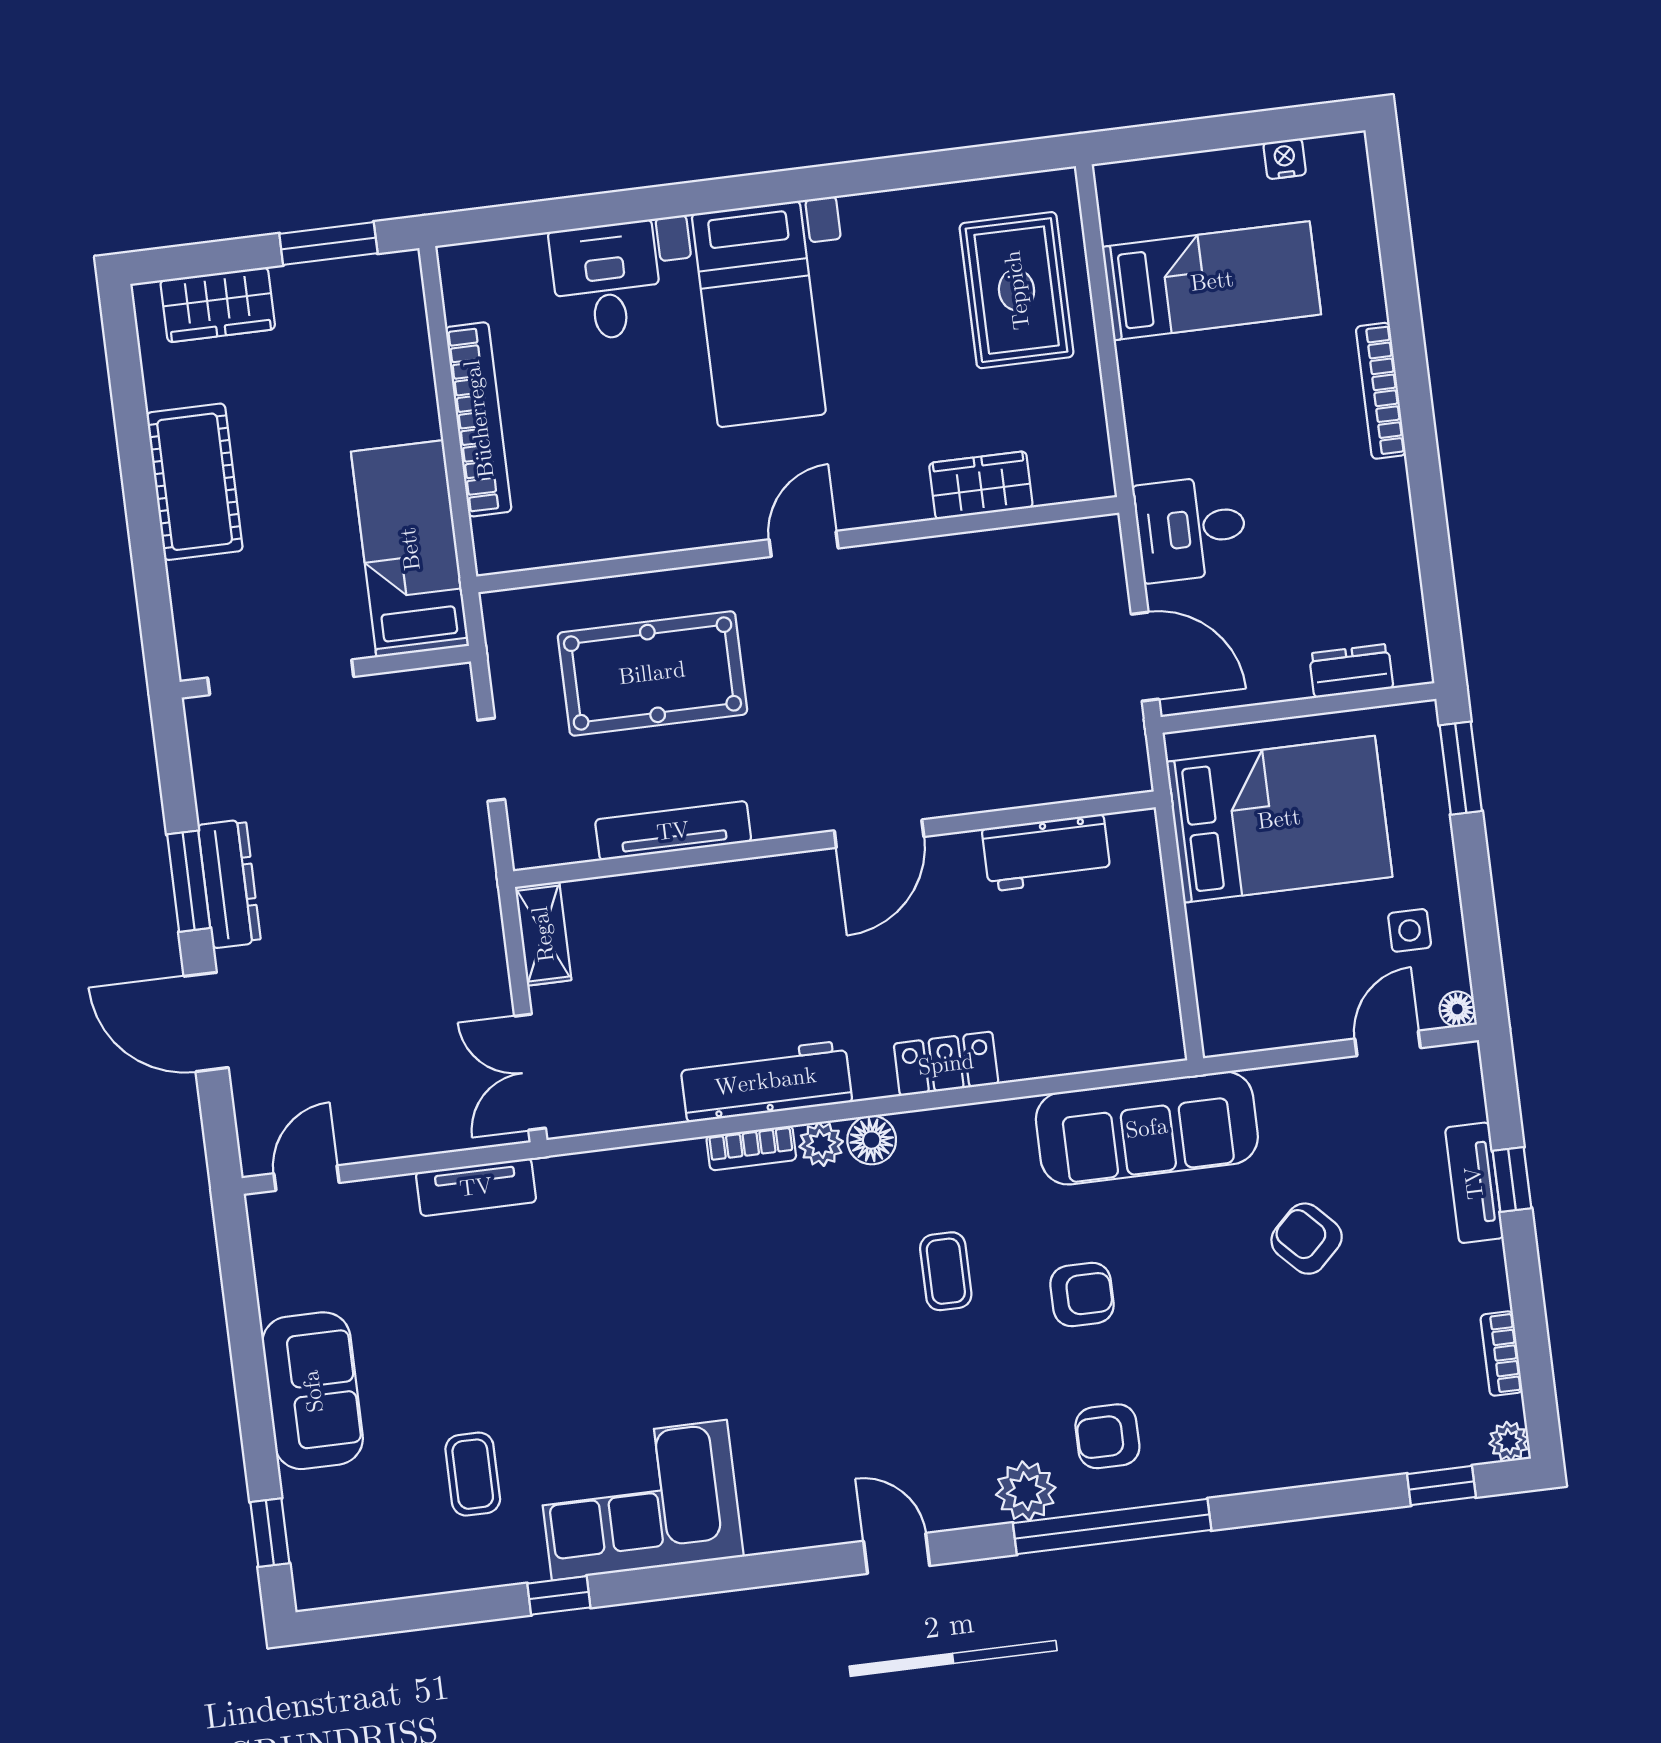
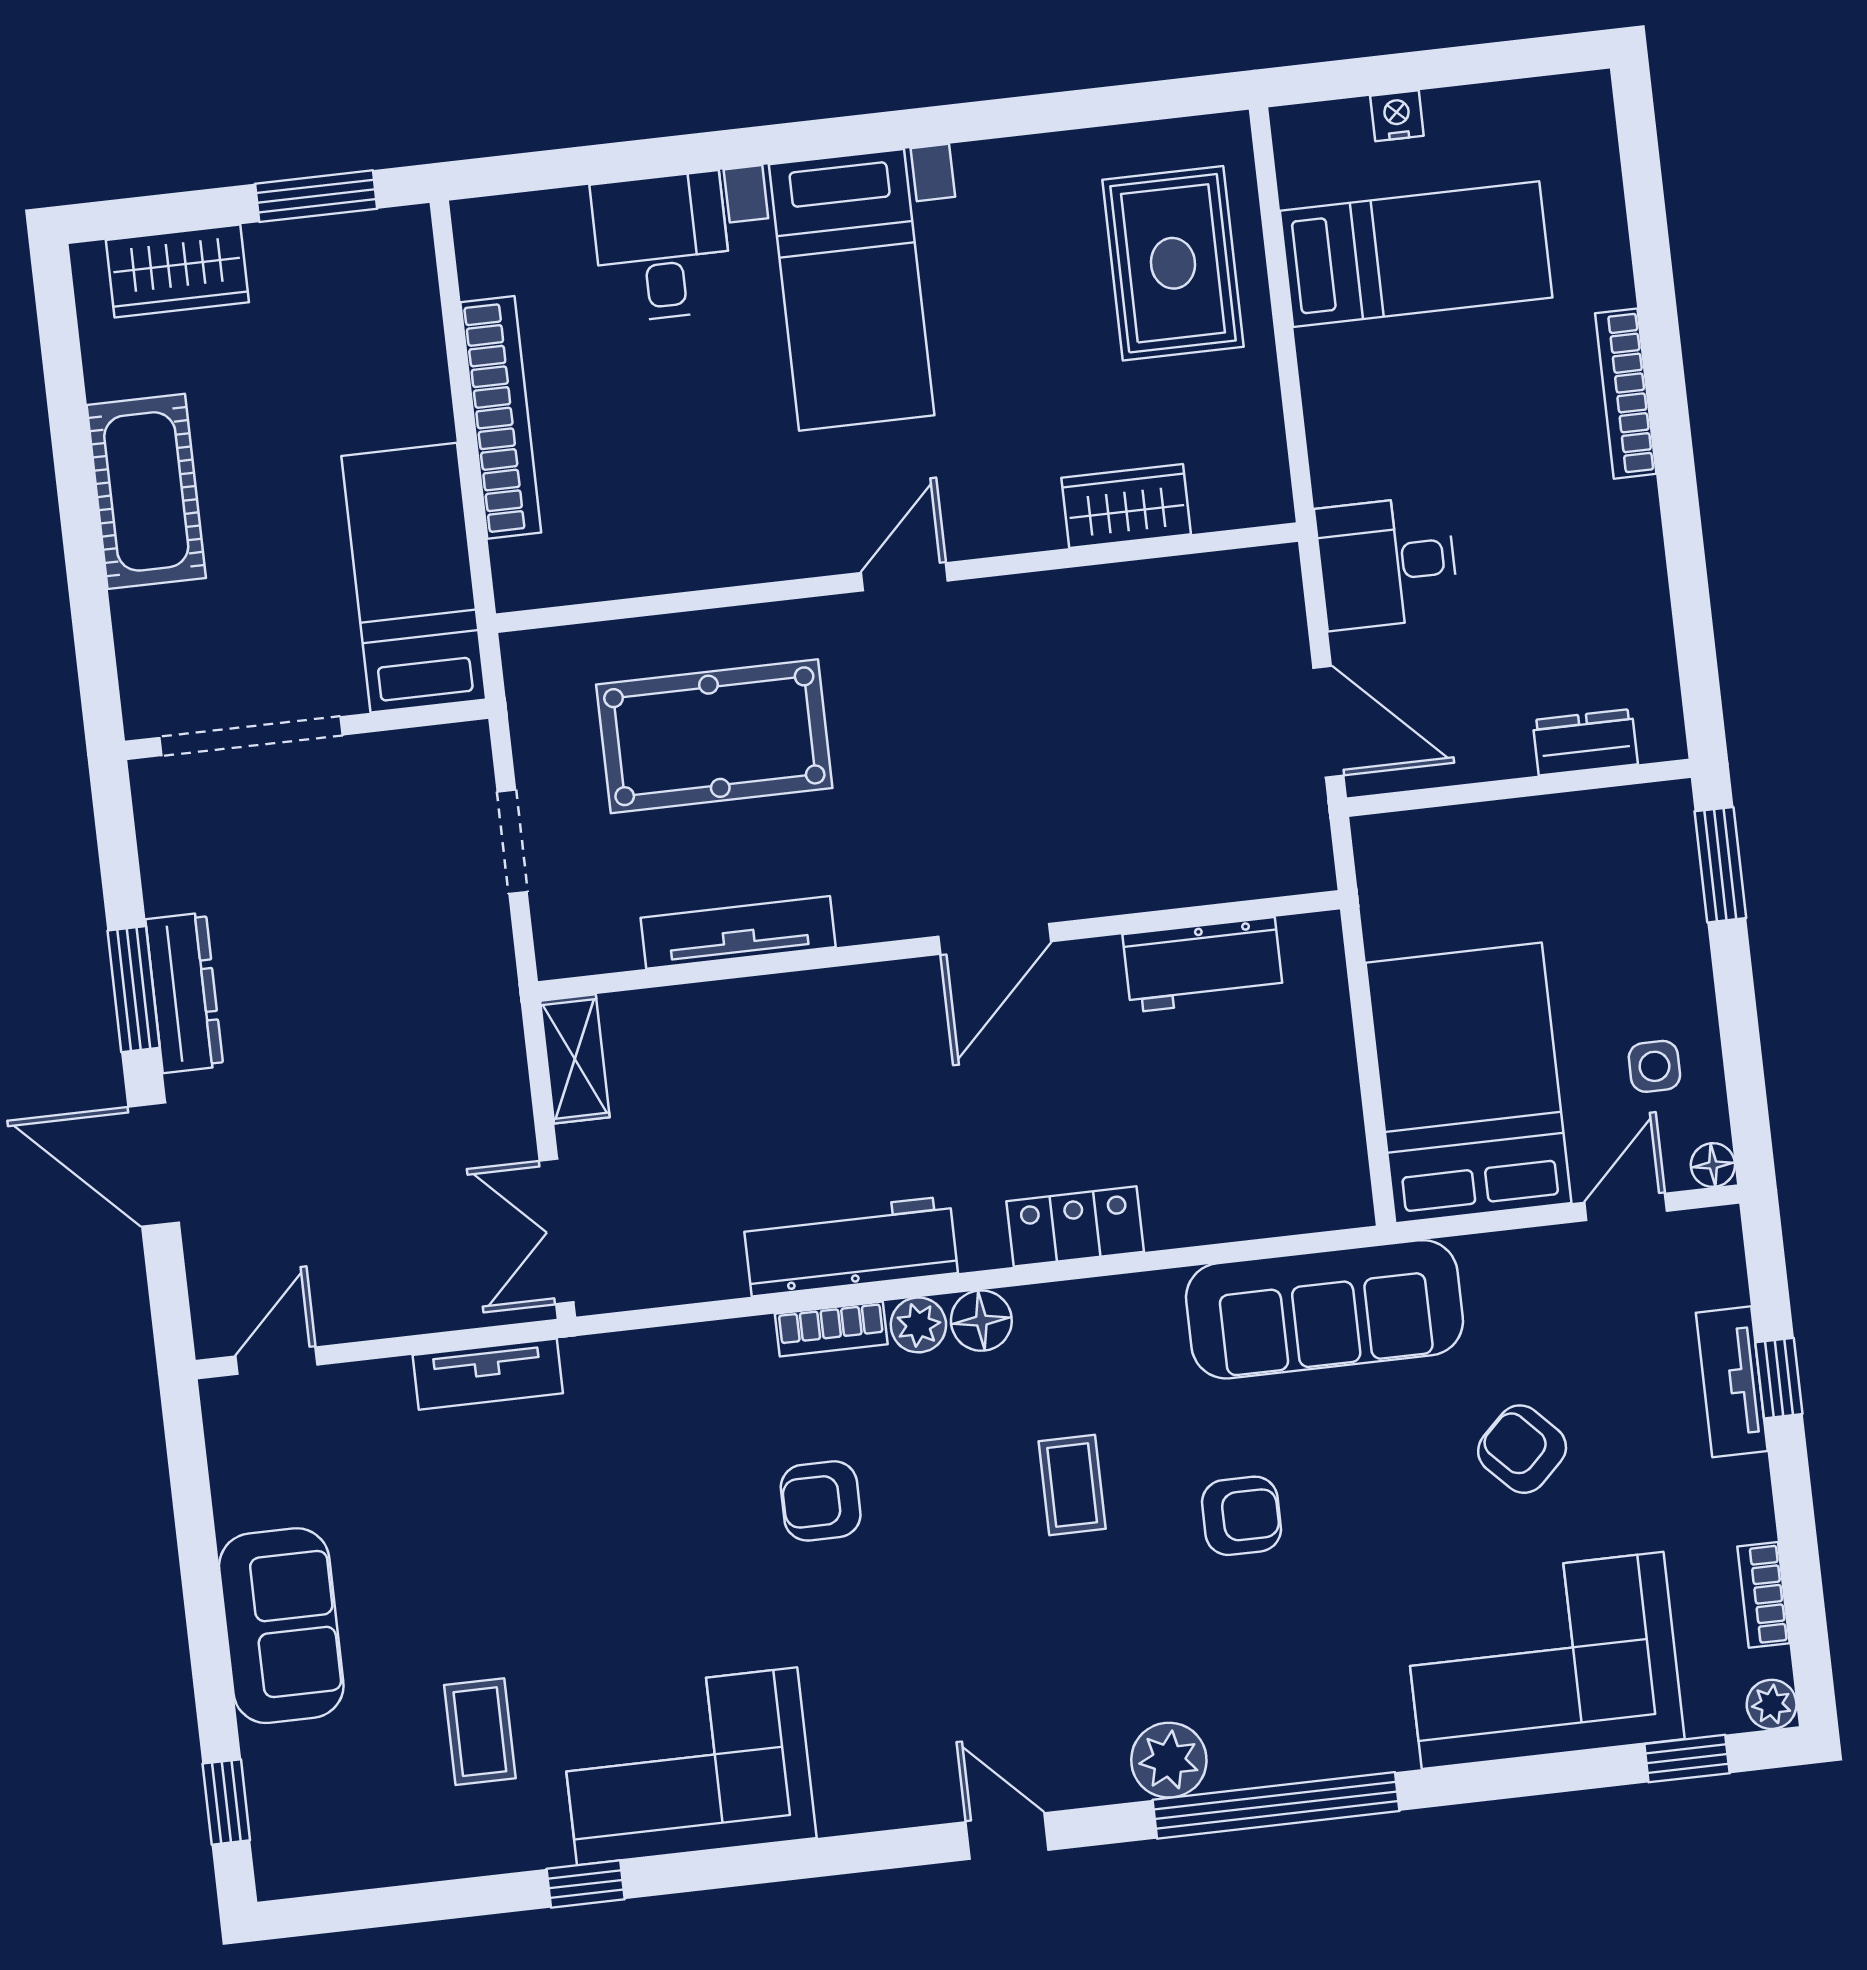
nightstand: (1285, 159) -> (1397, 116), moved
bed: (1279, 819) -> (1468, 1083), moved, turned -90
corner sofa: (1325, 1408) -> (1543, 1660), added
armchair: (1107, 1436) -> (821, 1501), moved

